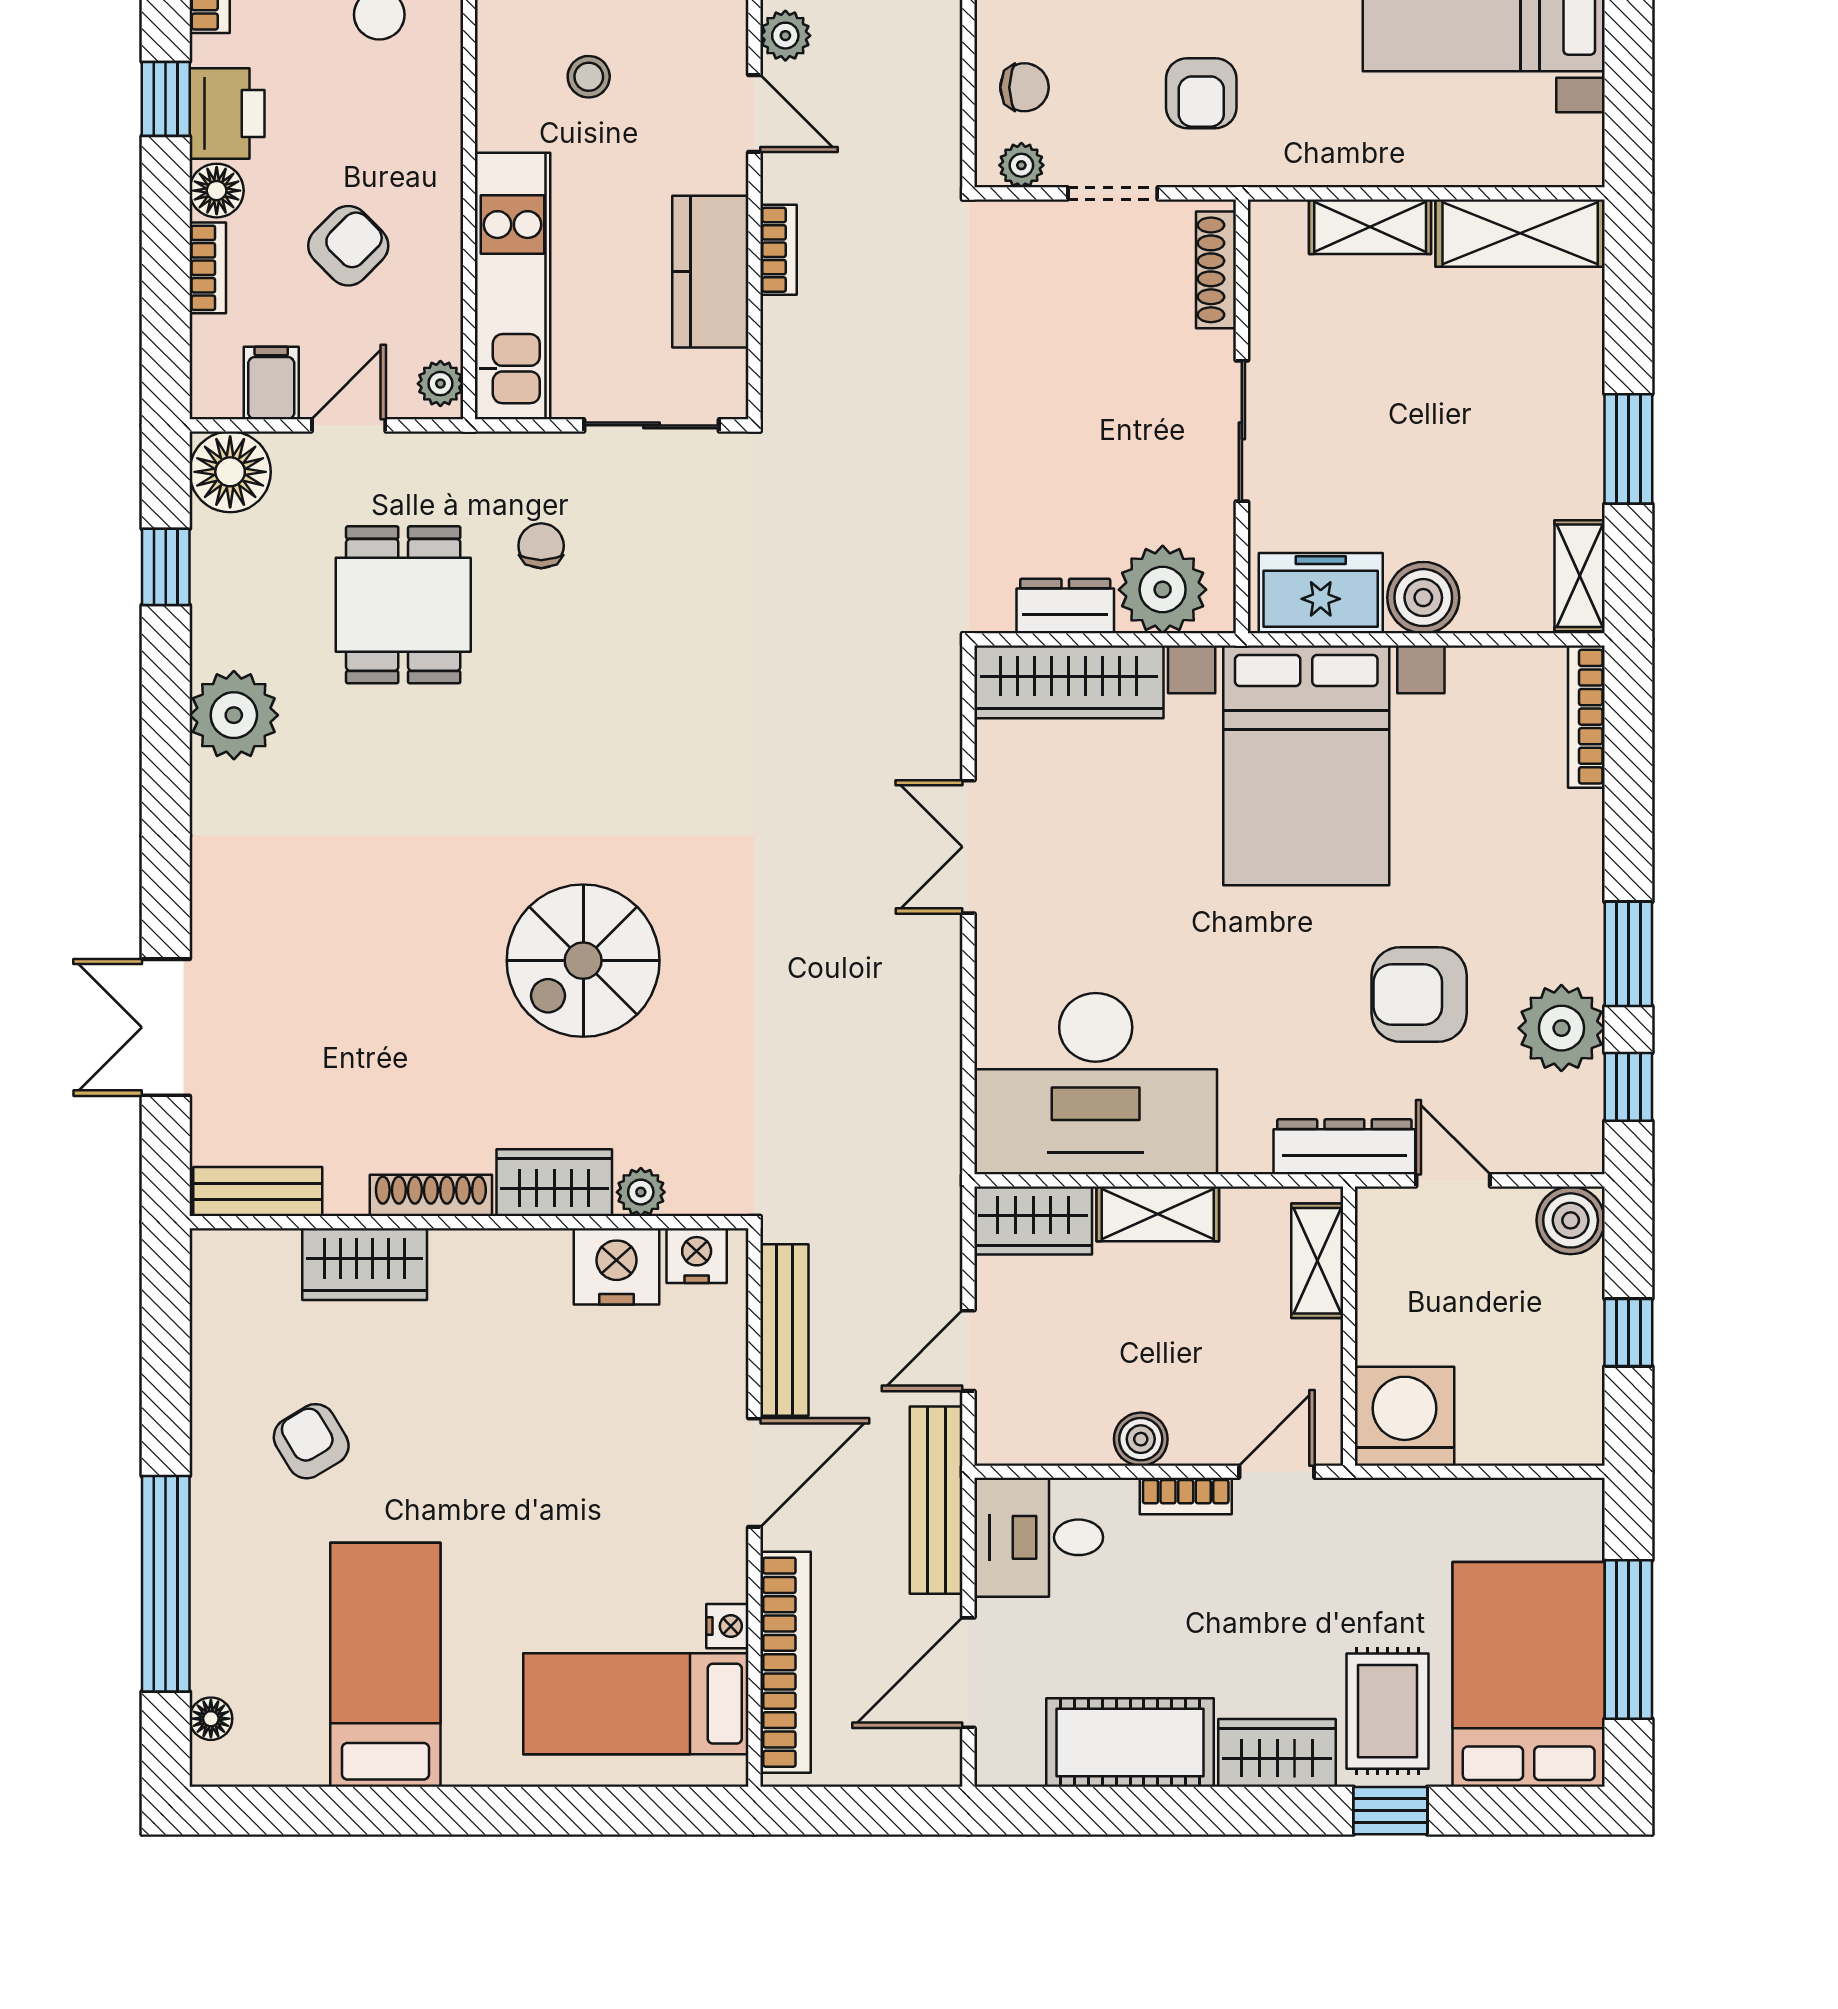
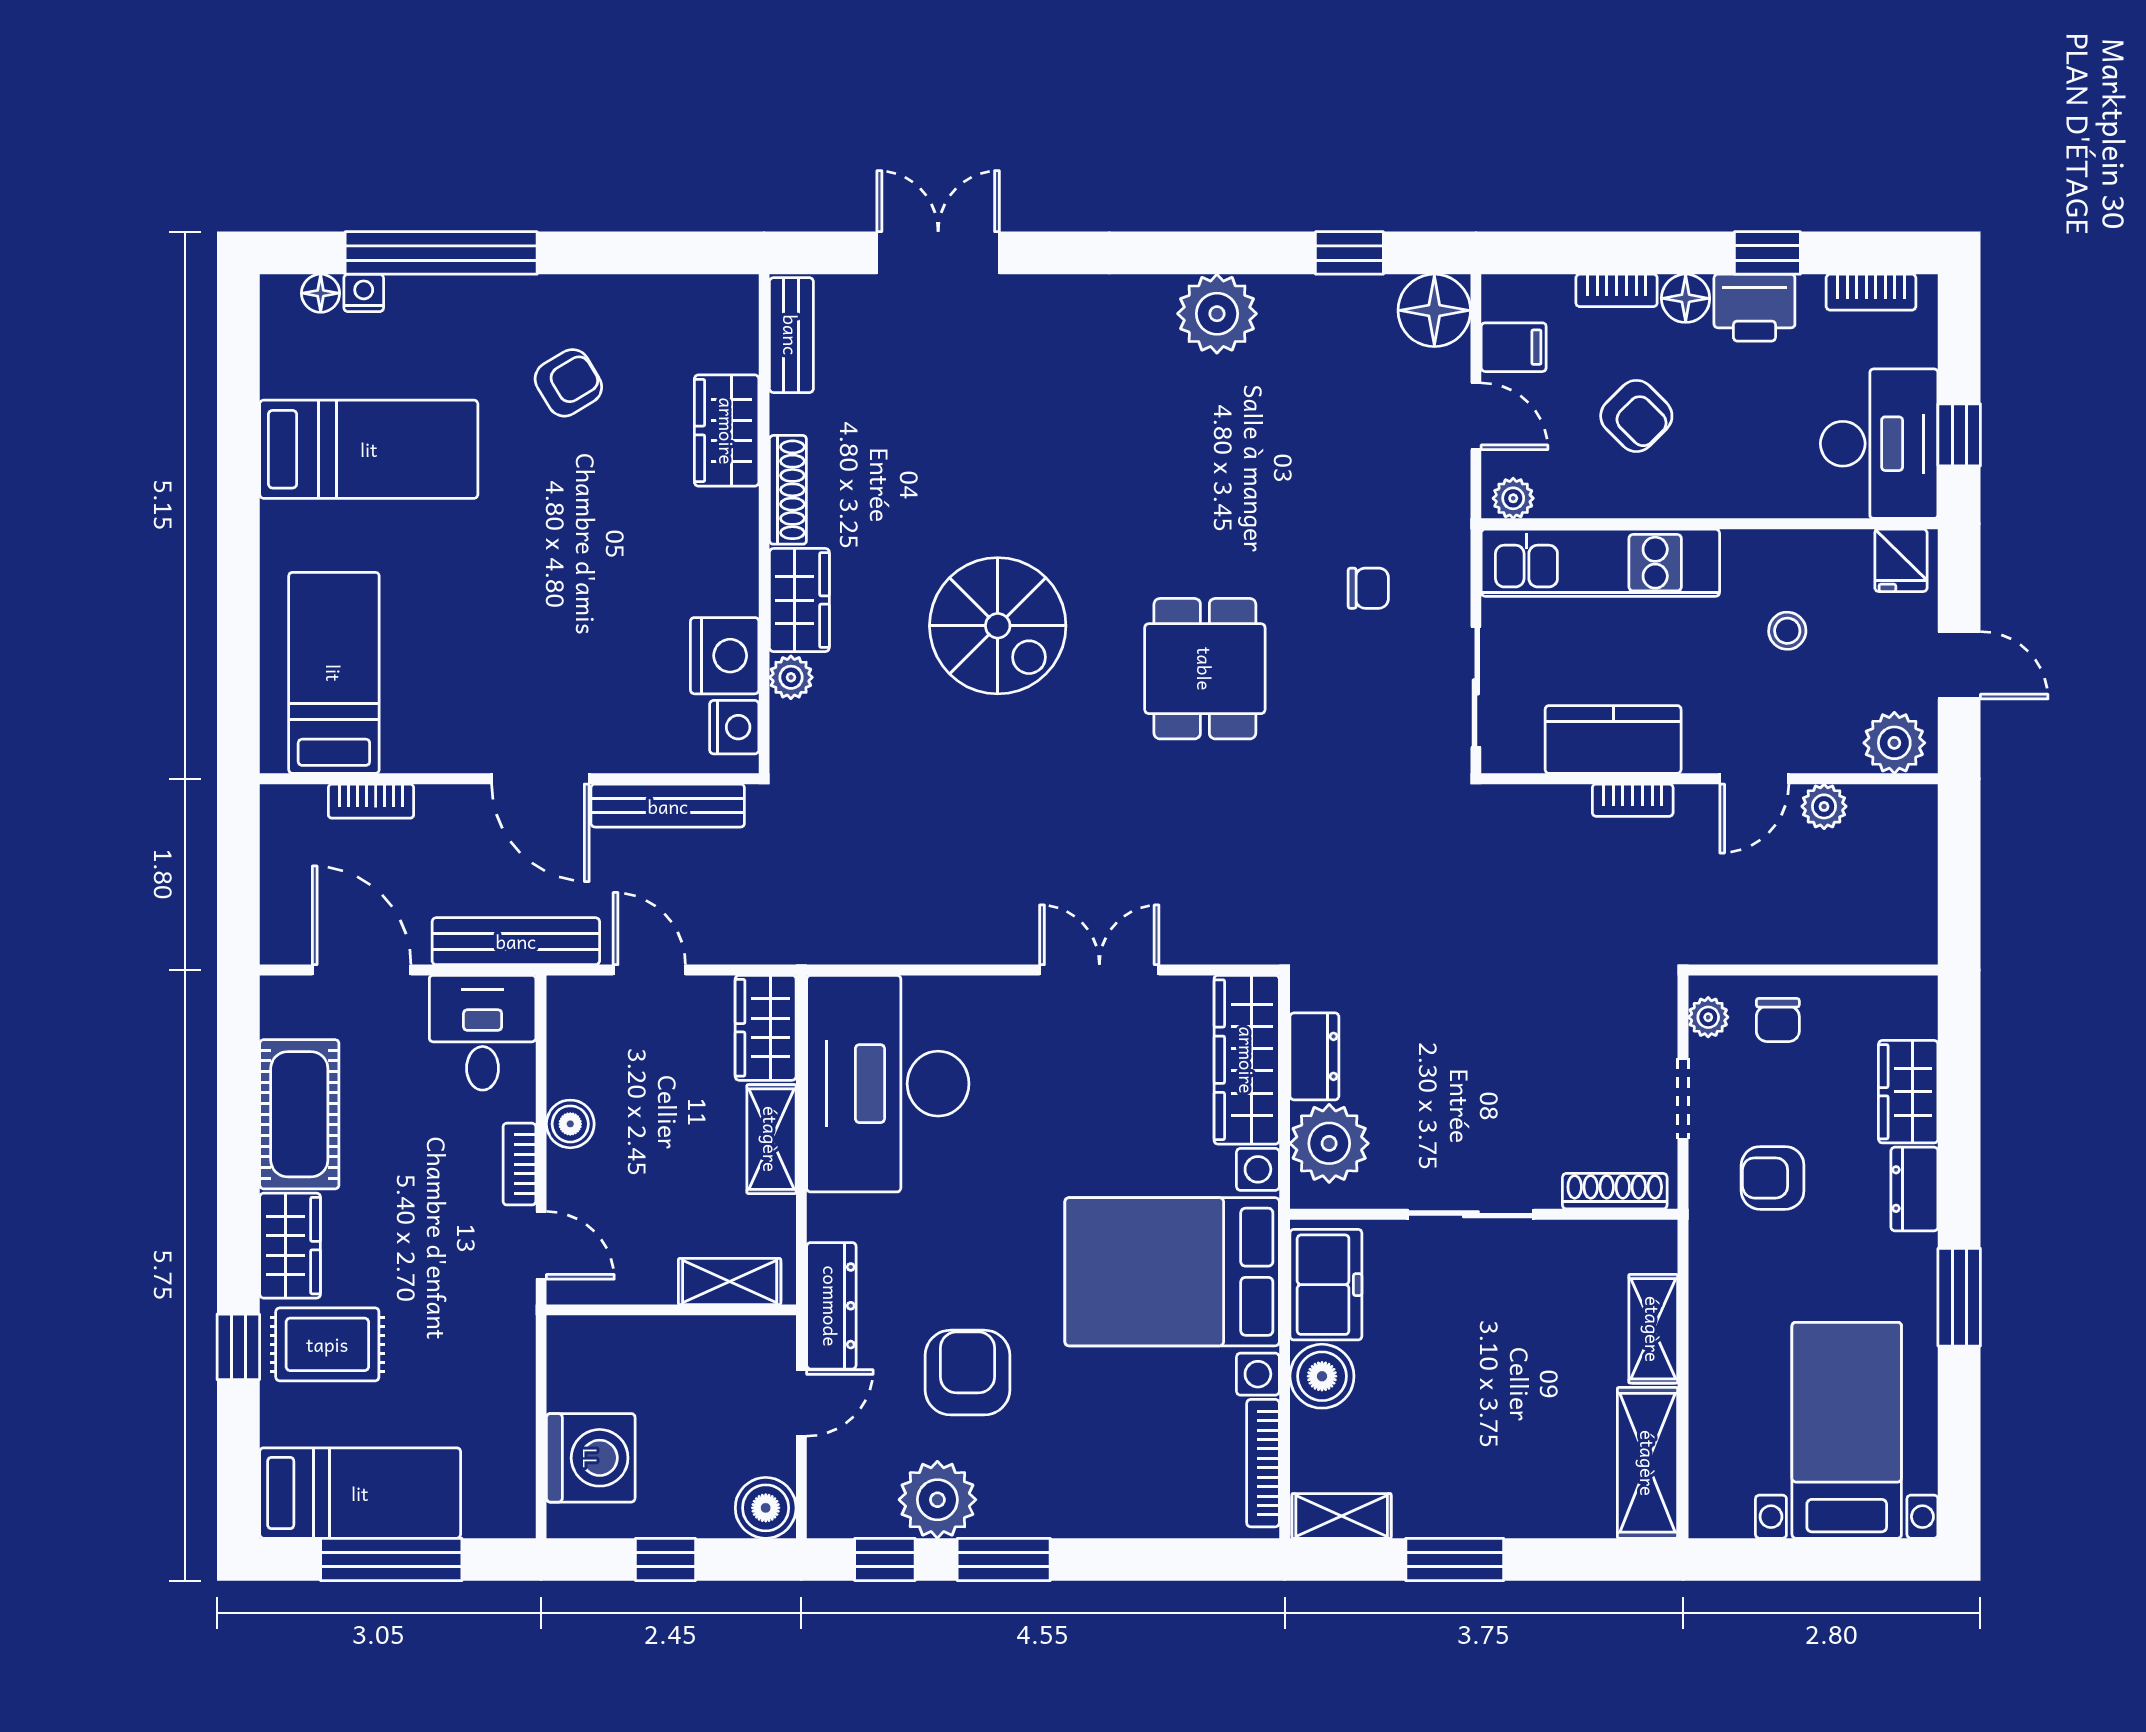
dining table: (403, 605) -> (1205, 669), moved, turned 90
bookcase: (1586, 717) -> (1263, 1463), moved, turned -90
spiral stairs: (583, 961) -> (998, 626), turned 180
washing machine: (1405, 1416) -> (591, 1458), moved
nightstand: (727, 1626) -> (364, 293), moved, turned 180
bookcase: (785, 1662) -> (371, 801), width x0.43, depth x0.76
bed: (1529, 1674) -> (360, 1493), width x0.67

